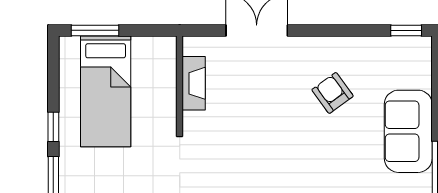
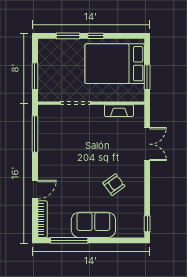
window: (95, 30) -> (147, 77), moved
bed: (106, 91) -> (115, 64), width x1.50

